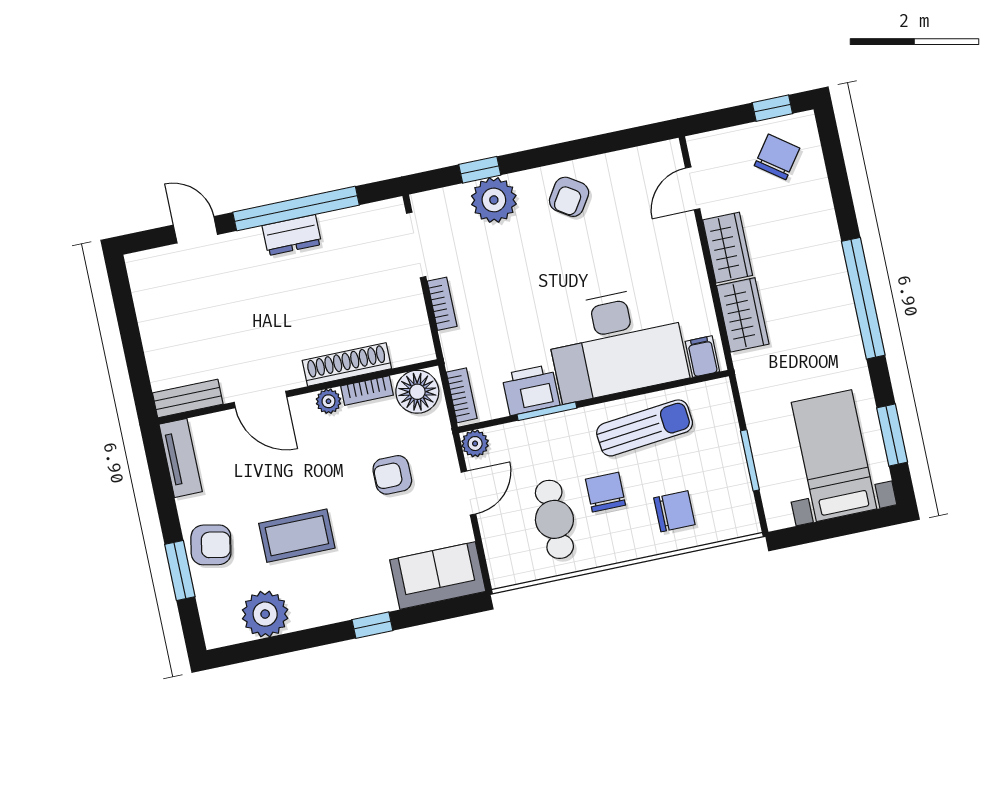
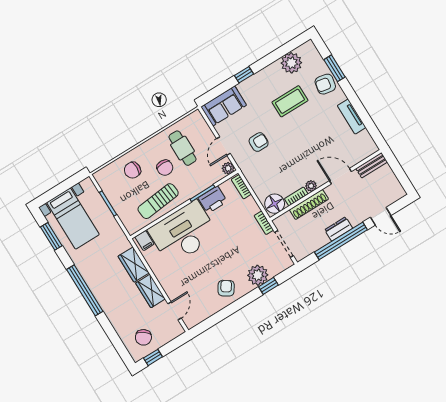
shoe rack: (347, 365) -> (309, 204), moved
bookcase: (367, 391) -> (296, 196), moved
wall: (298, 392) -> (326, 185), moved
floor lamp: (417, 392) -> (275, 204), moved
bench: (188, 399) -> (372, 165), moved
door: (260, 400) -> (340, 176), moved
plant: (328, 401) -> (311, 186), moved

